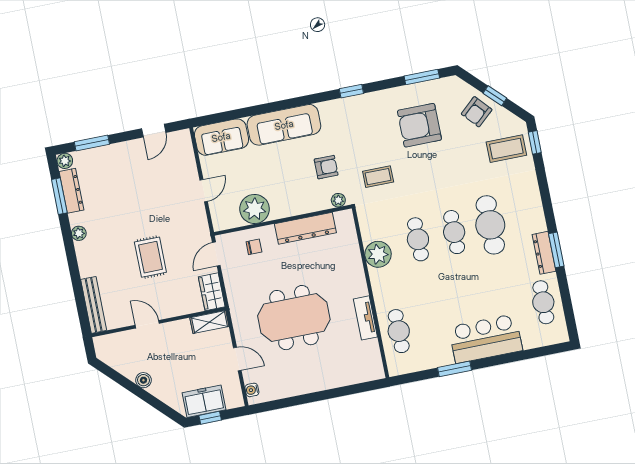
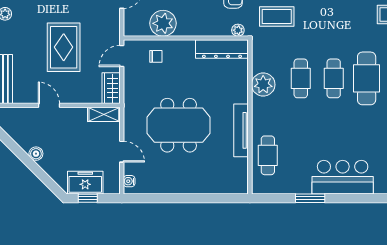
coffee table: (378, 177) -> (277, 17), width x1.36, depth x1.30
dresser: (305, 228) -> (222, 49), moved
rug: (150, 257) -> (64, 47), width x1.36, depth x1.43
tv unit: (365, 318) -> (241, 130), width x1.41

